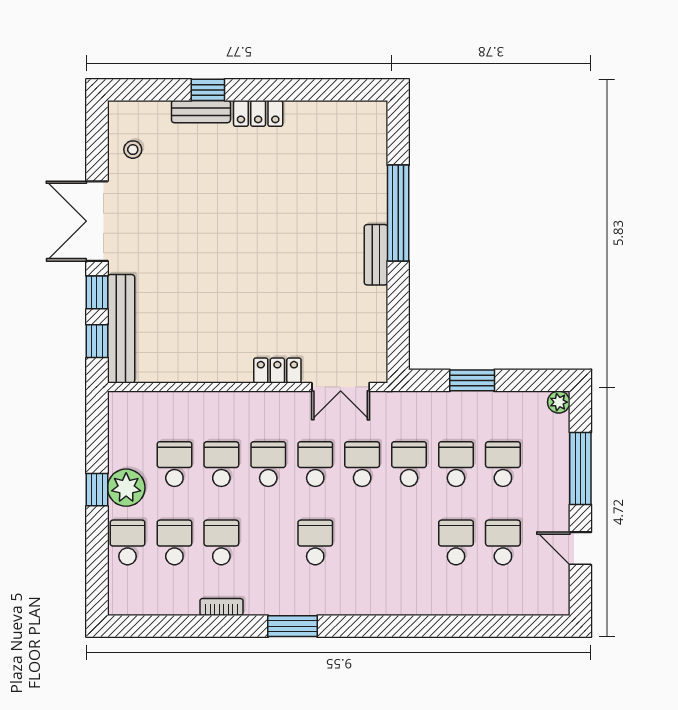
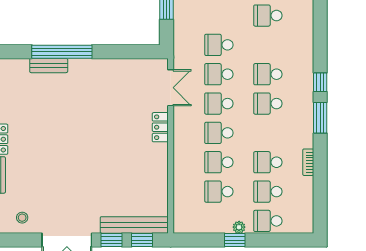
bench: (376, 255) -> (49, 66), moved
school desk: (456, 464) -> (268, 74), moved
plant: (126, 488) -> (239, 227), width x0.53, depth x0.53
window: (349, 626) -> (320, 82), added

